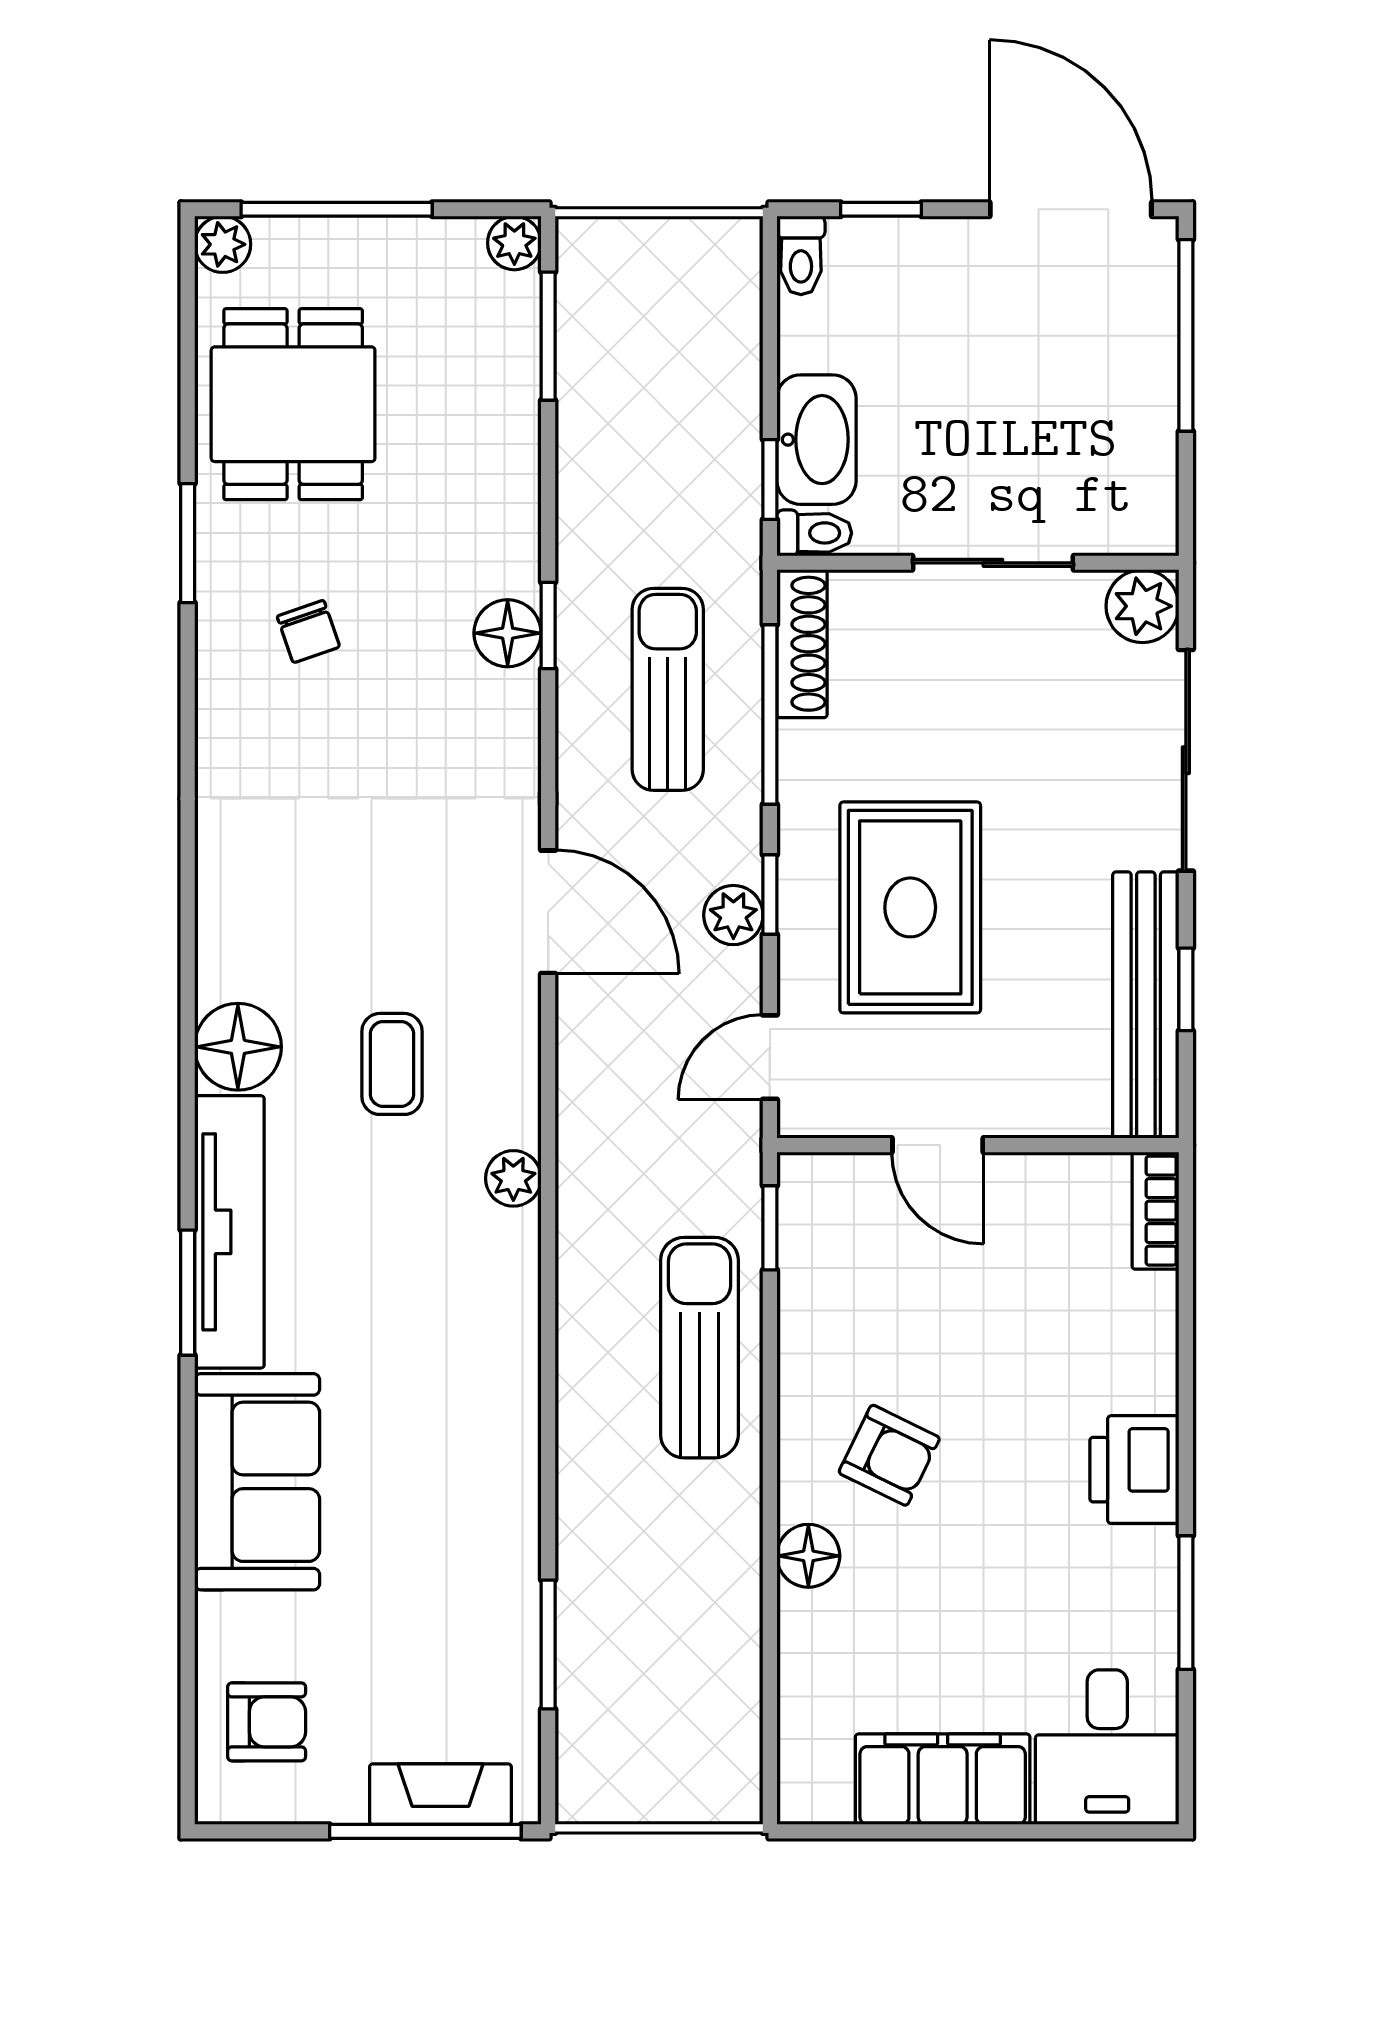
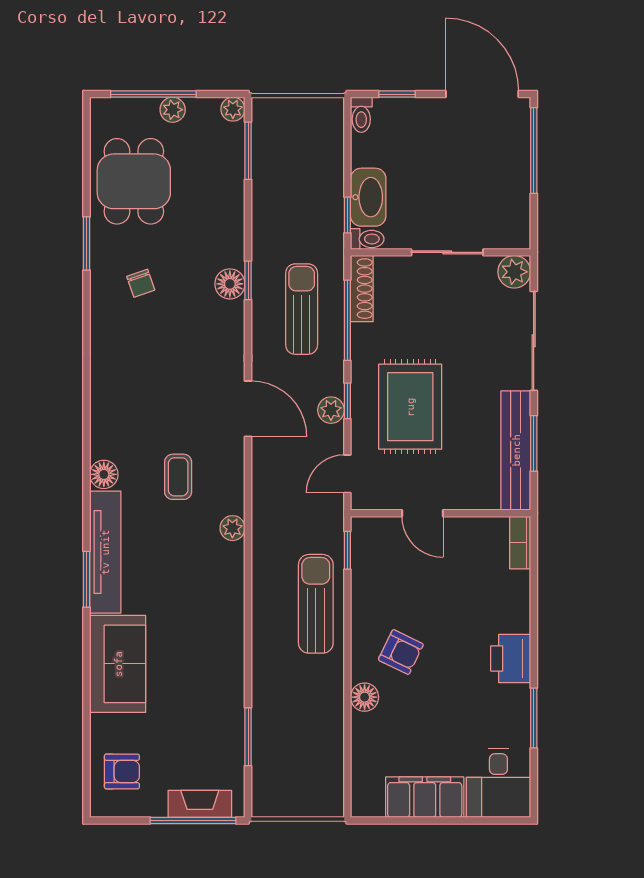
plant: (223, 244) -> (173, 110), moved
window: (1186, 989) -> (534, 443), width x1.50
floor lamp: (238, 1047) -> (104, 474), width x0.73, depth x0.73

